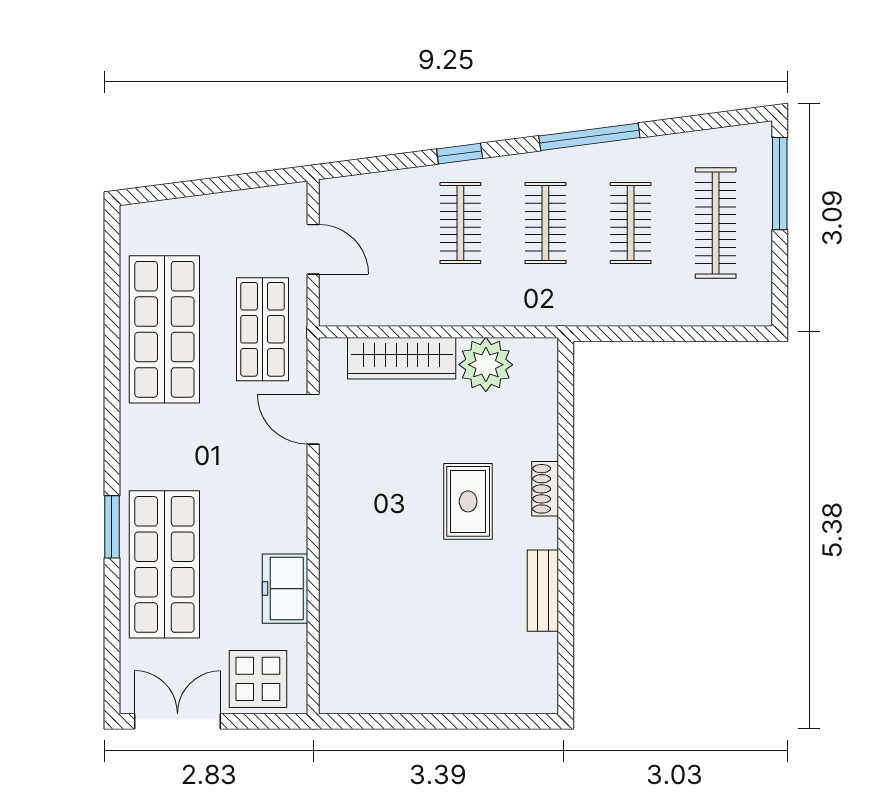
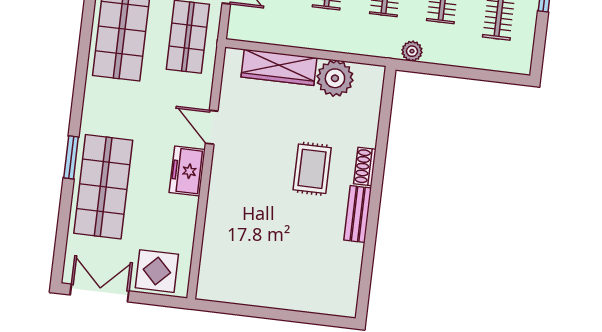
plant: (594, 311) -> (412, 51), added
door: (313, 419) -> (212, 127), moved
freezer: (285, 589) -> (187, 171), moved
bench: (543, 591) -> (358, 214), moved

